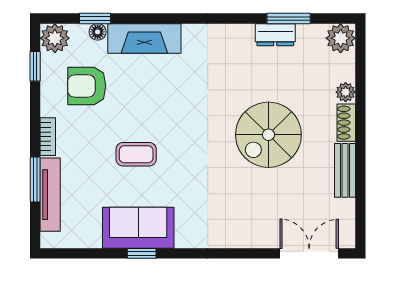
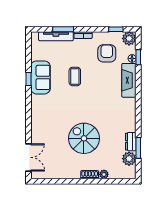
plant: (341, 38) -> (129, 159), moved
bench: (345, 170) -> (67, 174), removed

